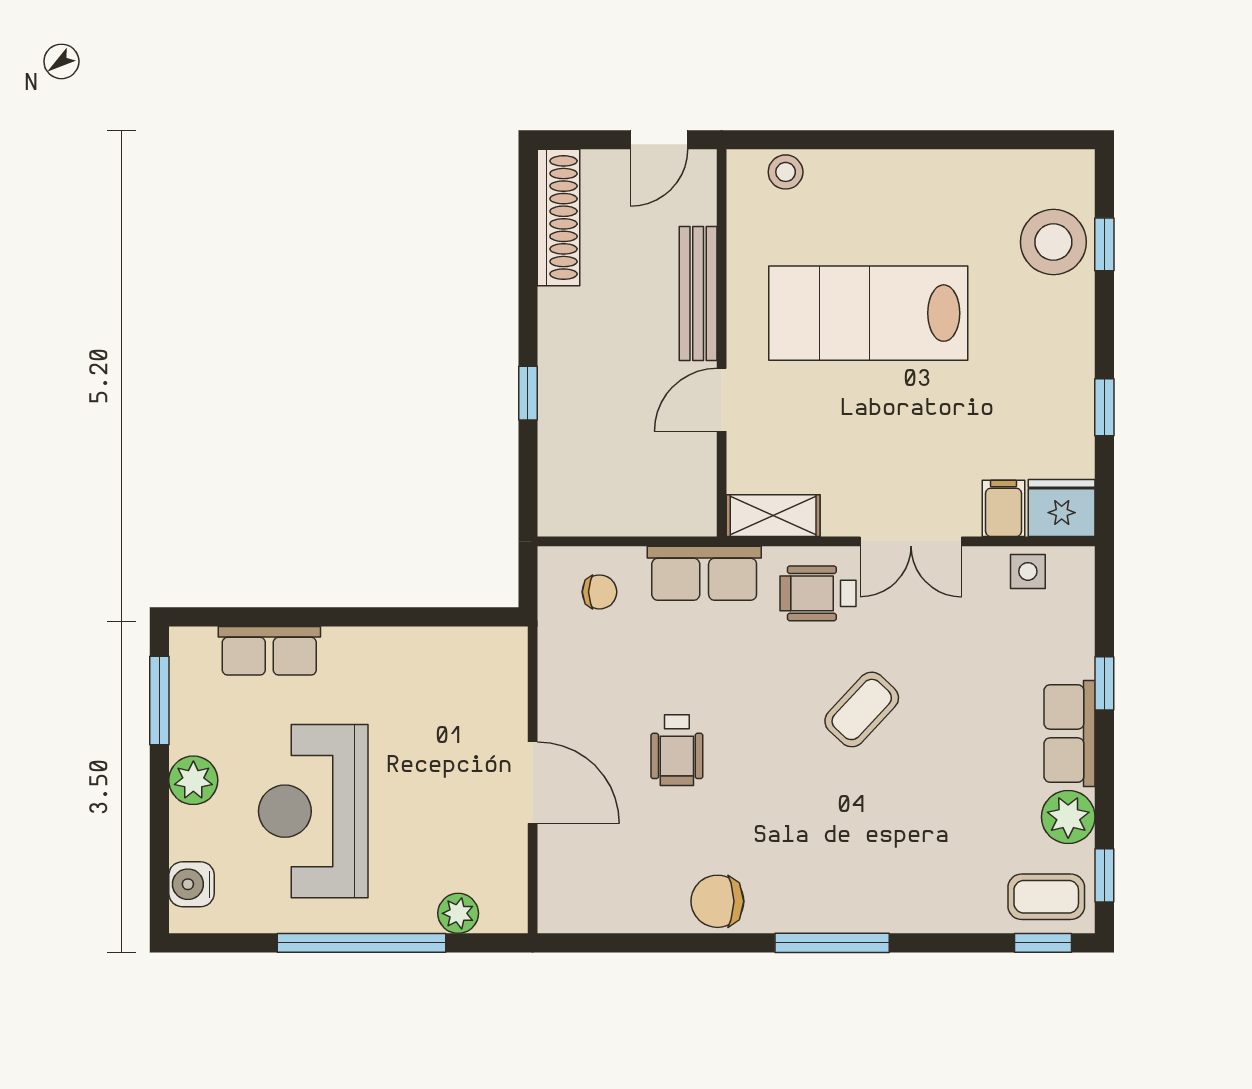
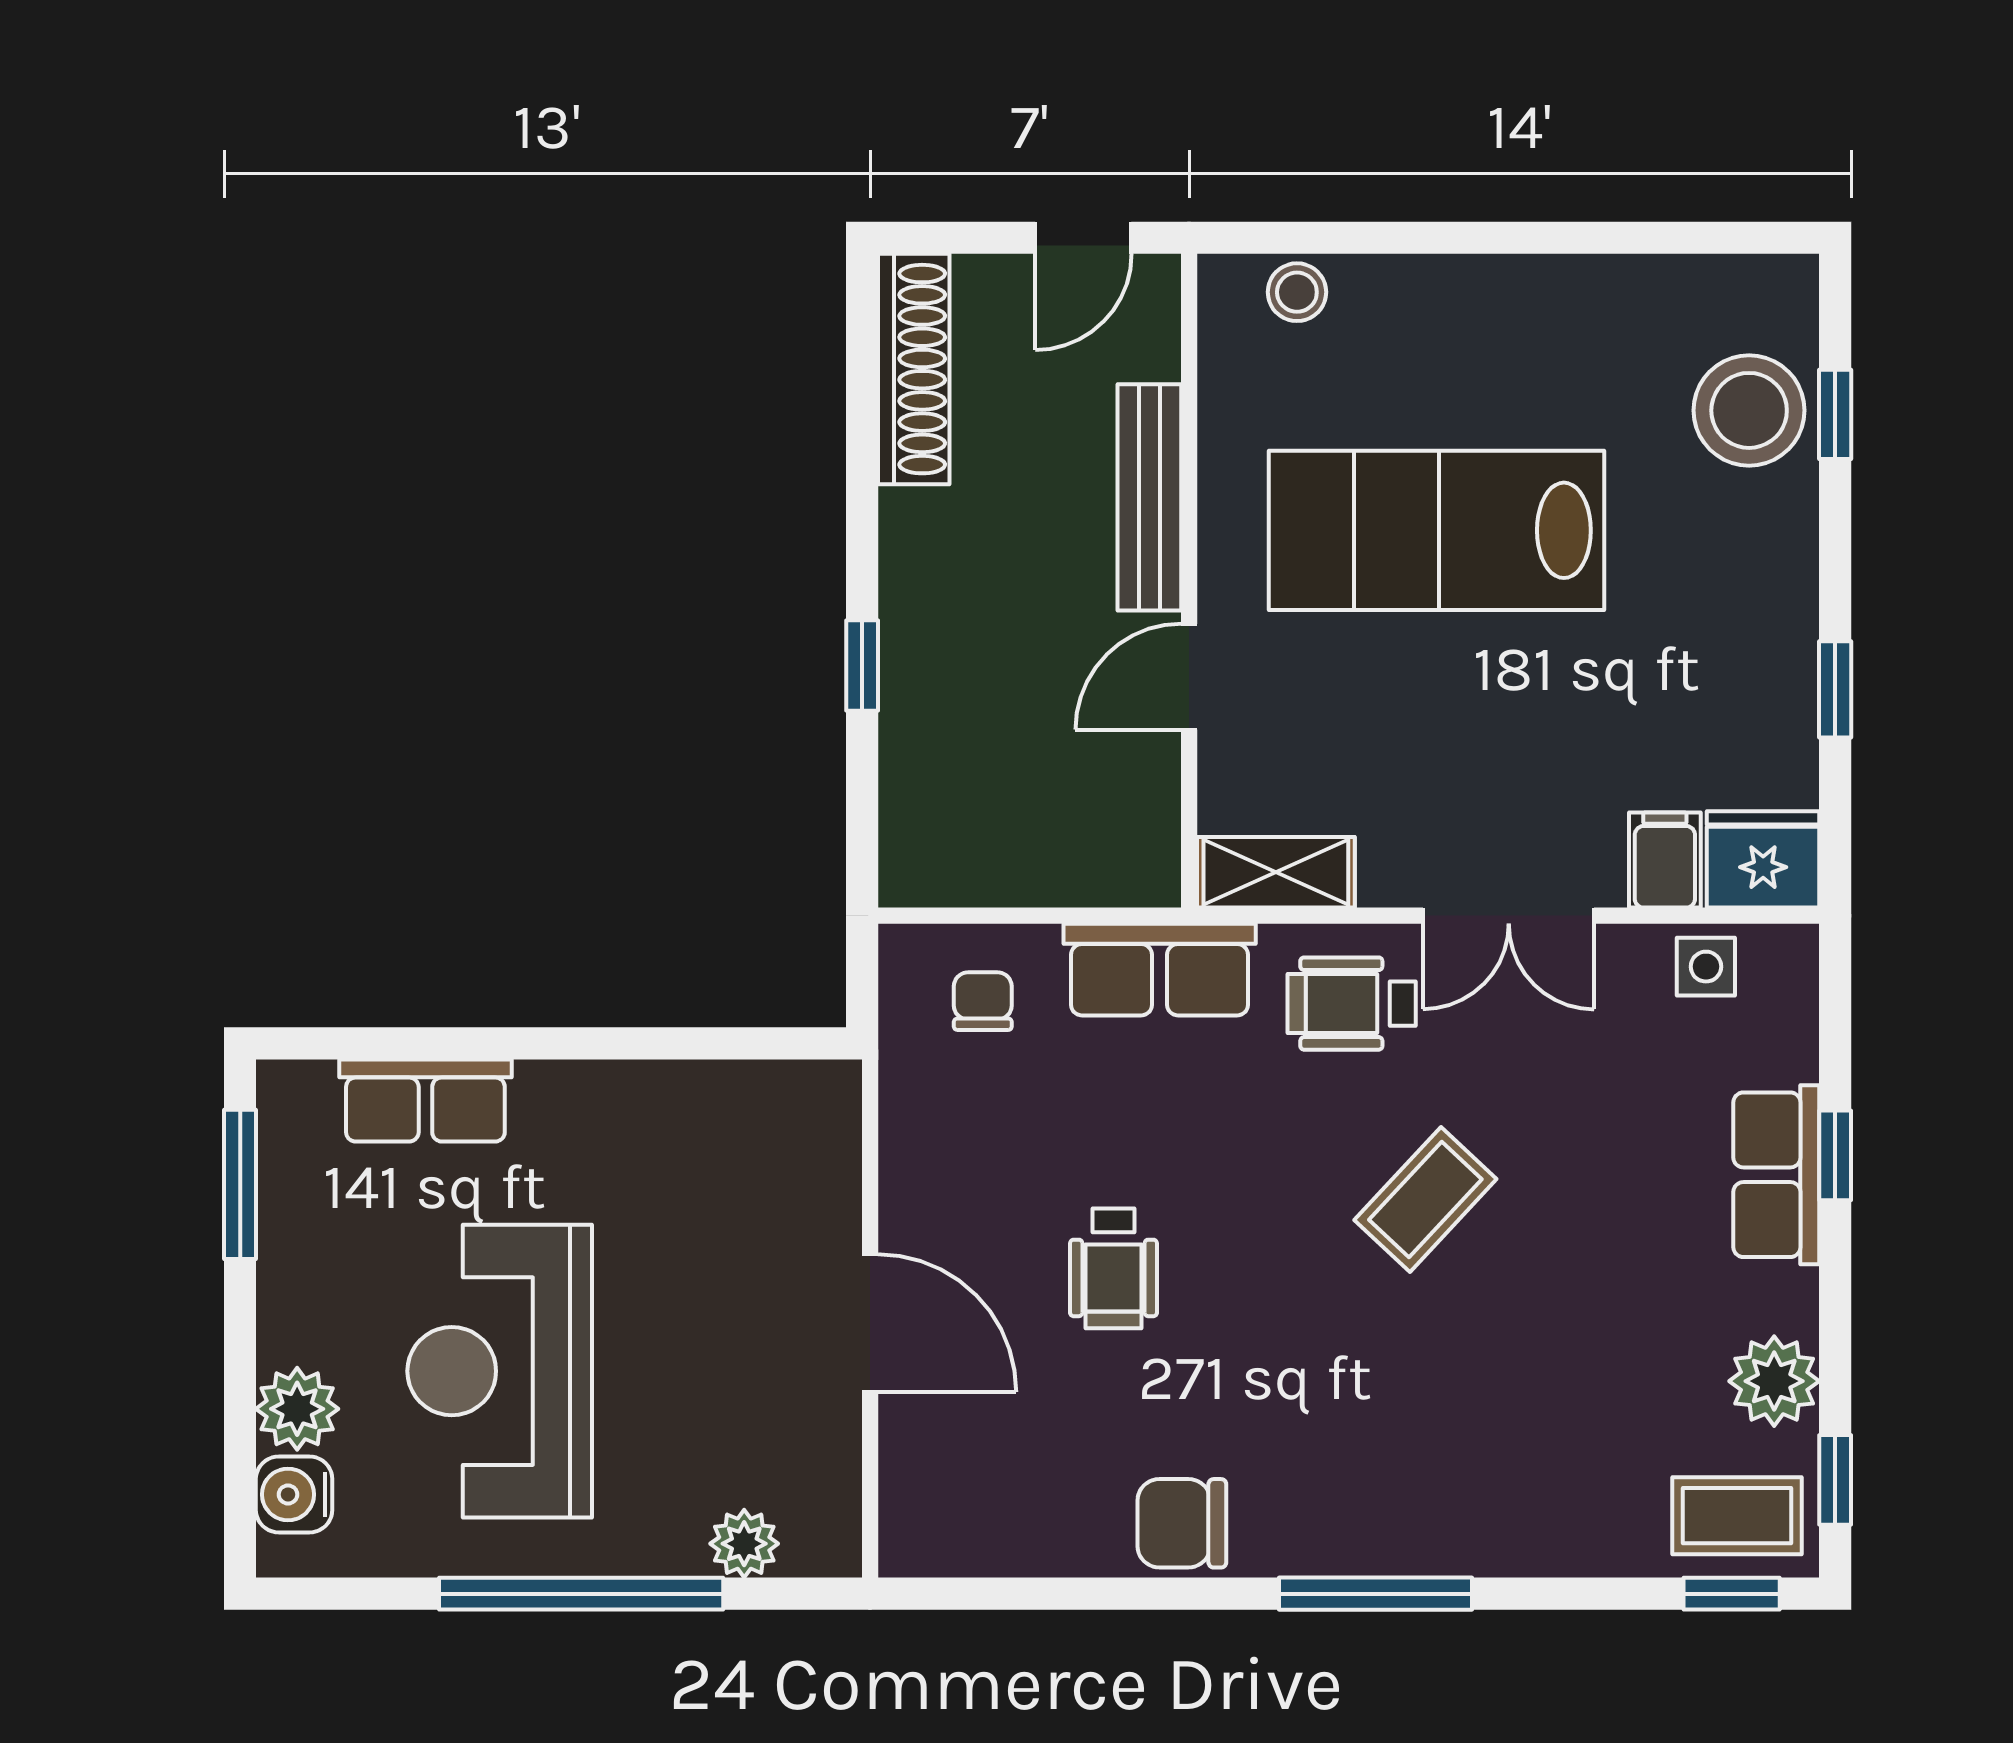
chair: (599, 592) -> (983, 1001), turned -90
row of seats: (1070, 733) -> (1776, 1175), moved
plant: (193, 780) -> (297, 1409), moved

